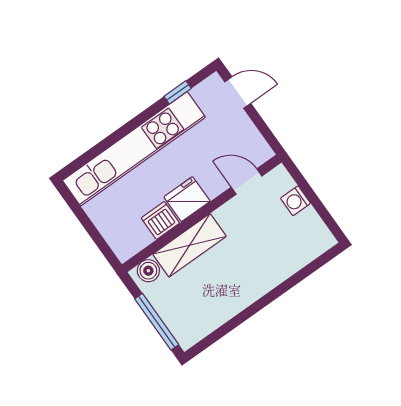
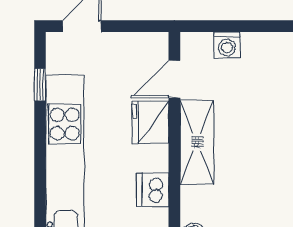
fridge: (187, 199) -> (150, 122), moved
shelving: (189, 245) -> (197, 142), moved

